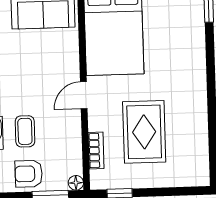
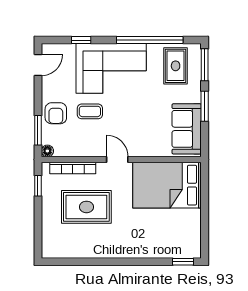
bookcase: (96, 150) -> (73, 168), width x1.56
armchair: (29, 174) -> (56, 113), turned 180

